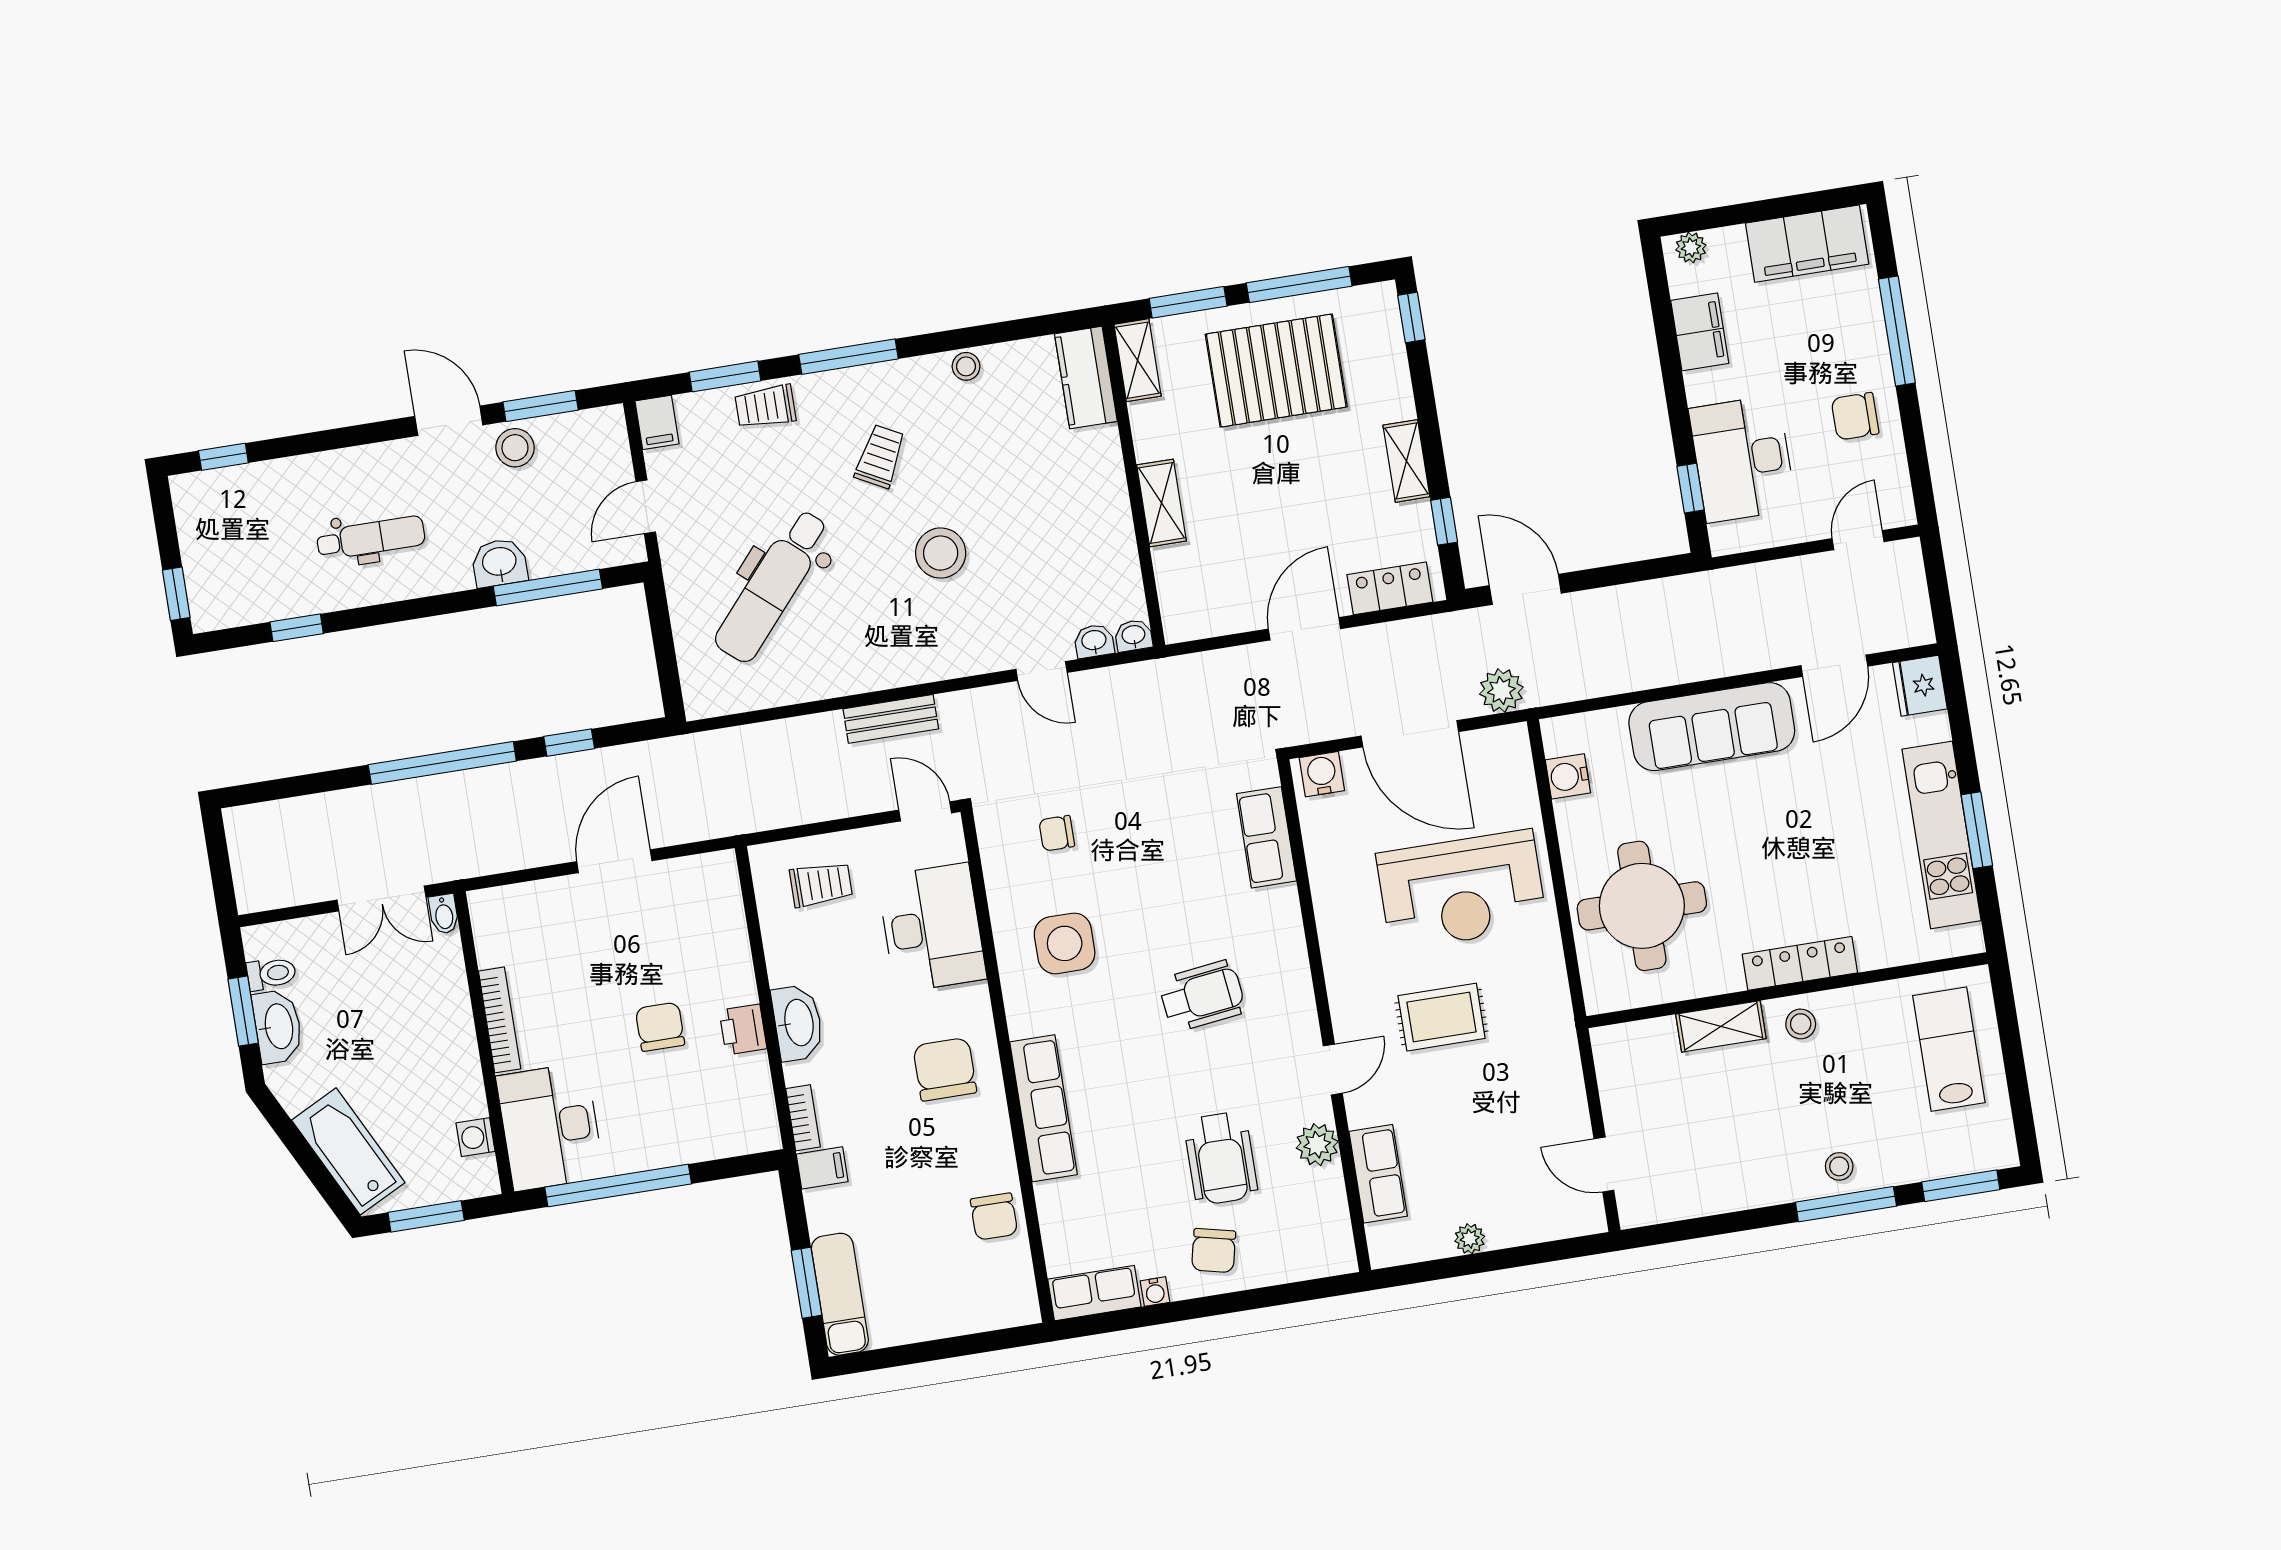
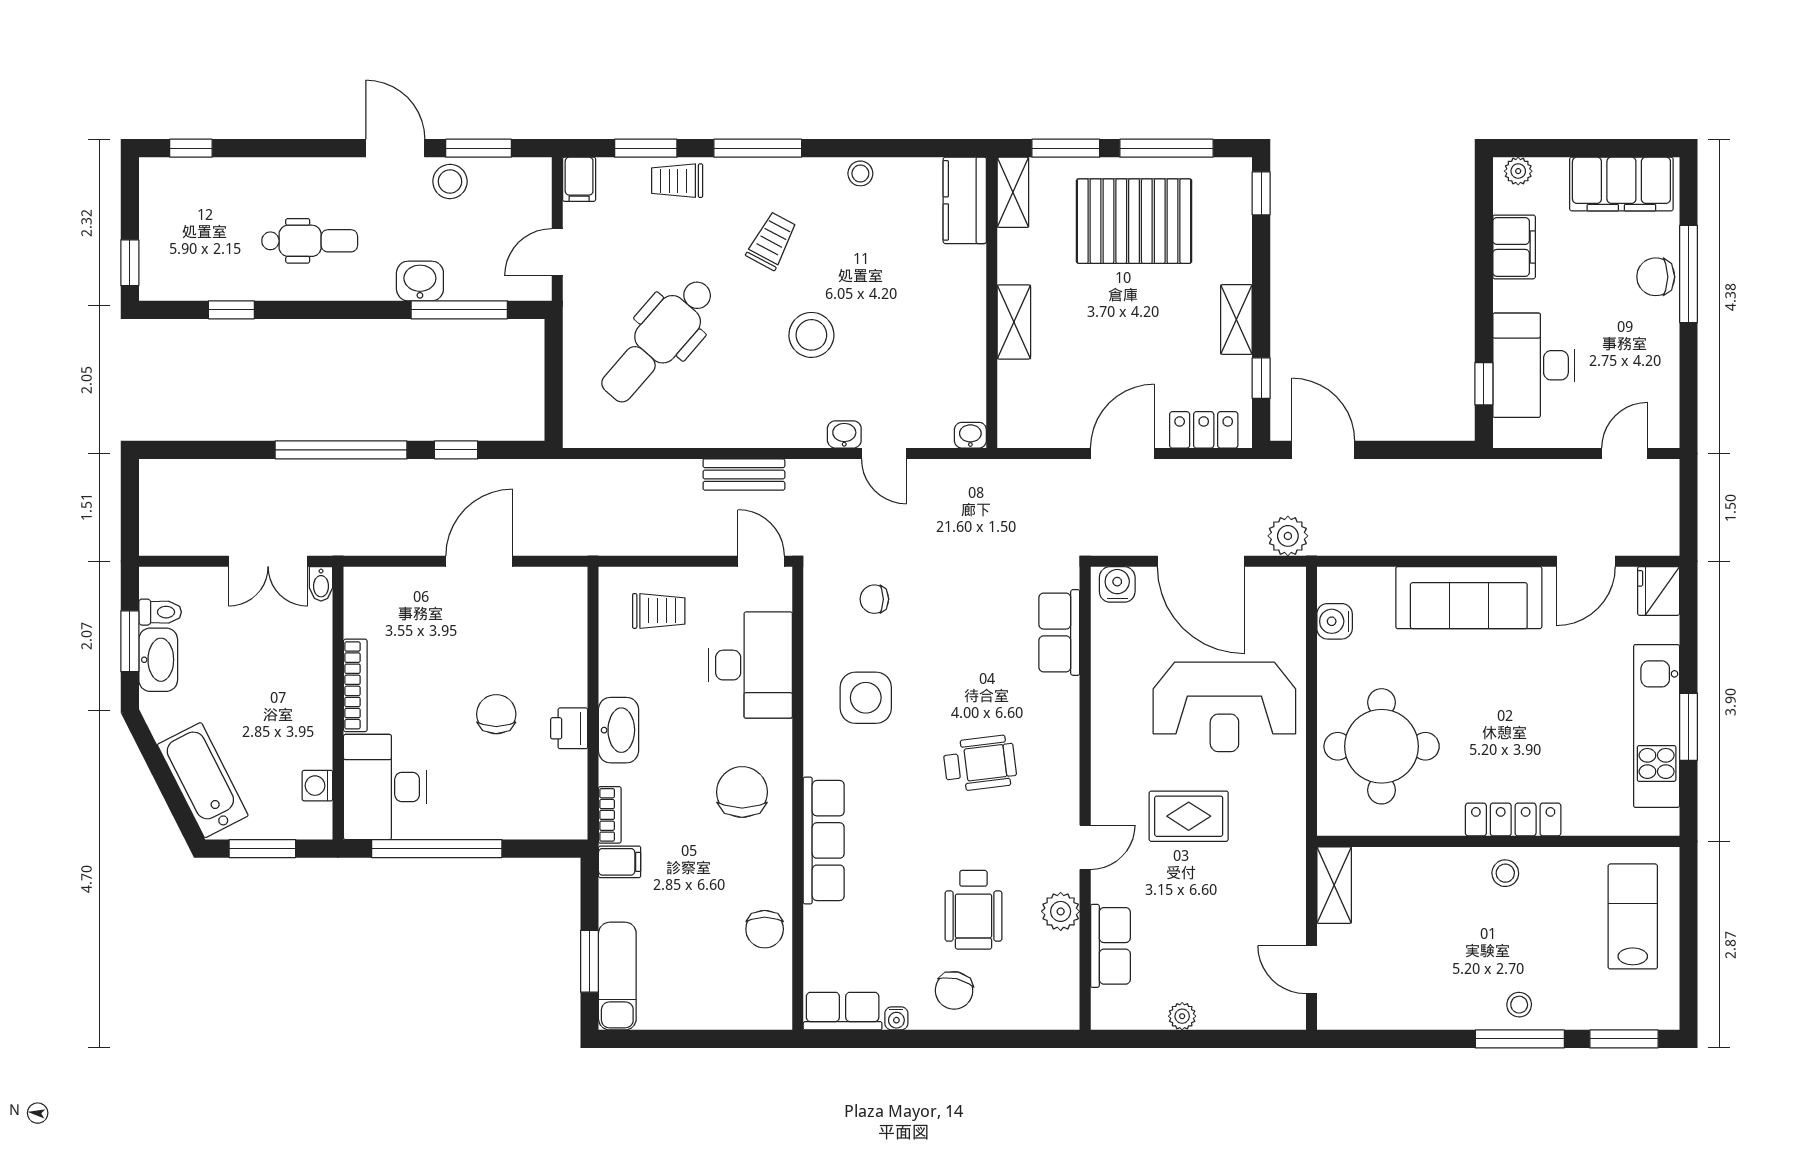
chair: (1855, 416) -> (1656, 277), moved
washbasin: (1094, 641) -> (844, 434), moved
shelving: (1721, 1026) -> (1334, 885), moved, turned 90

